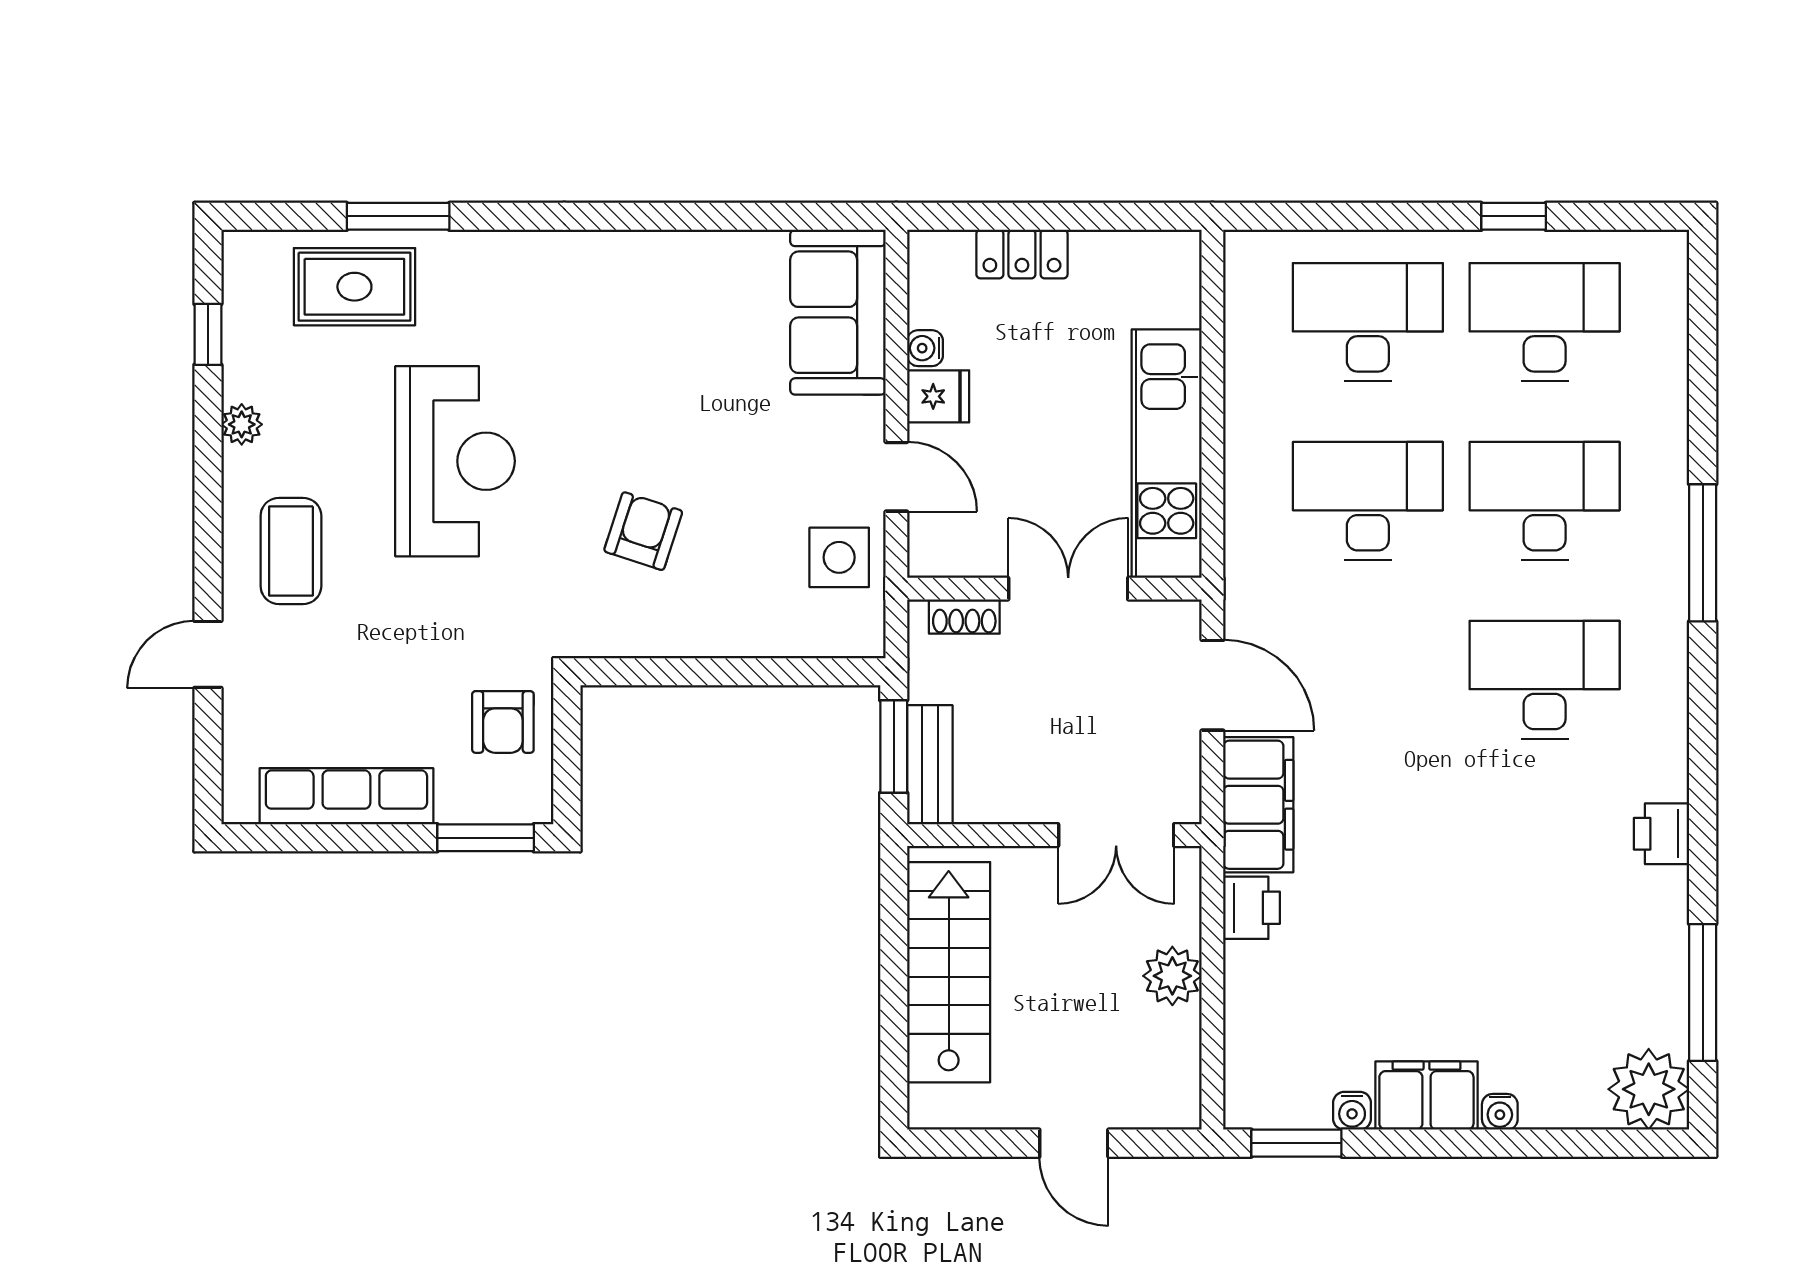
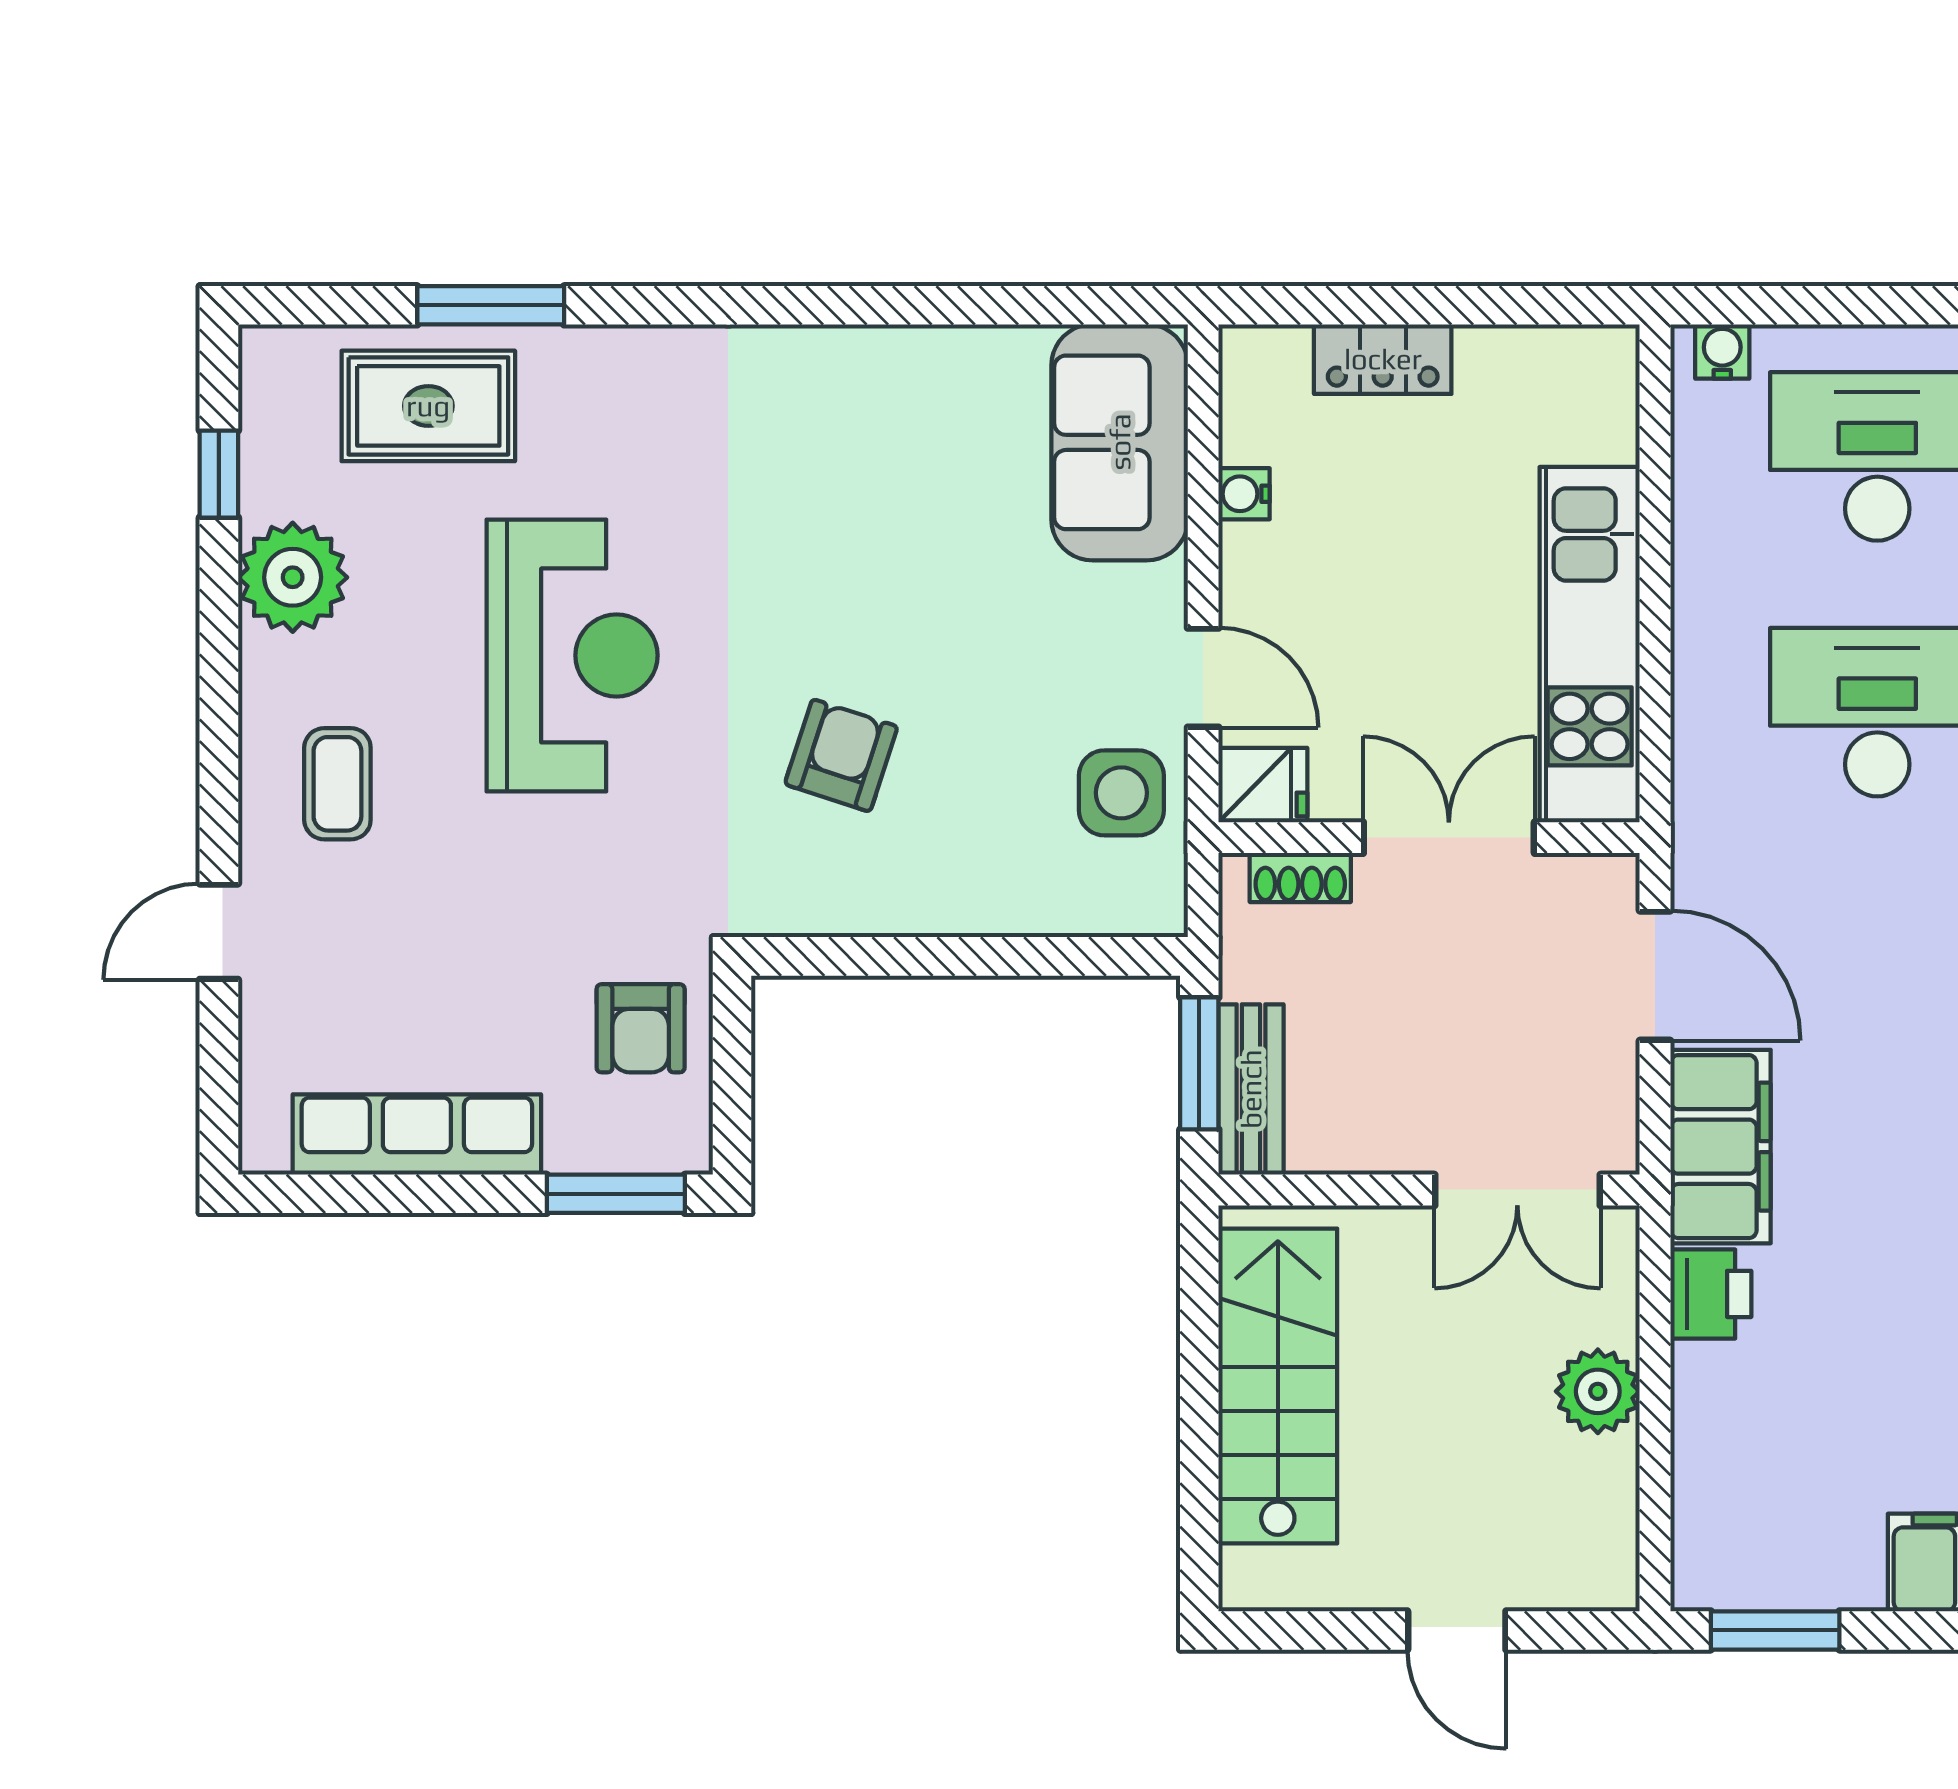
fridge: (938, 396) -> (1263, 785), moved
plant: (242, 424) -> (293, 577), width x1.87, depth x1.87
coffee table: (291, 551) -> (337, 784), width x0.73, depth x0.77
water cooler: (1352, 1111) -> (1722, 352), moved, turned 180

